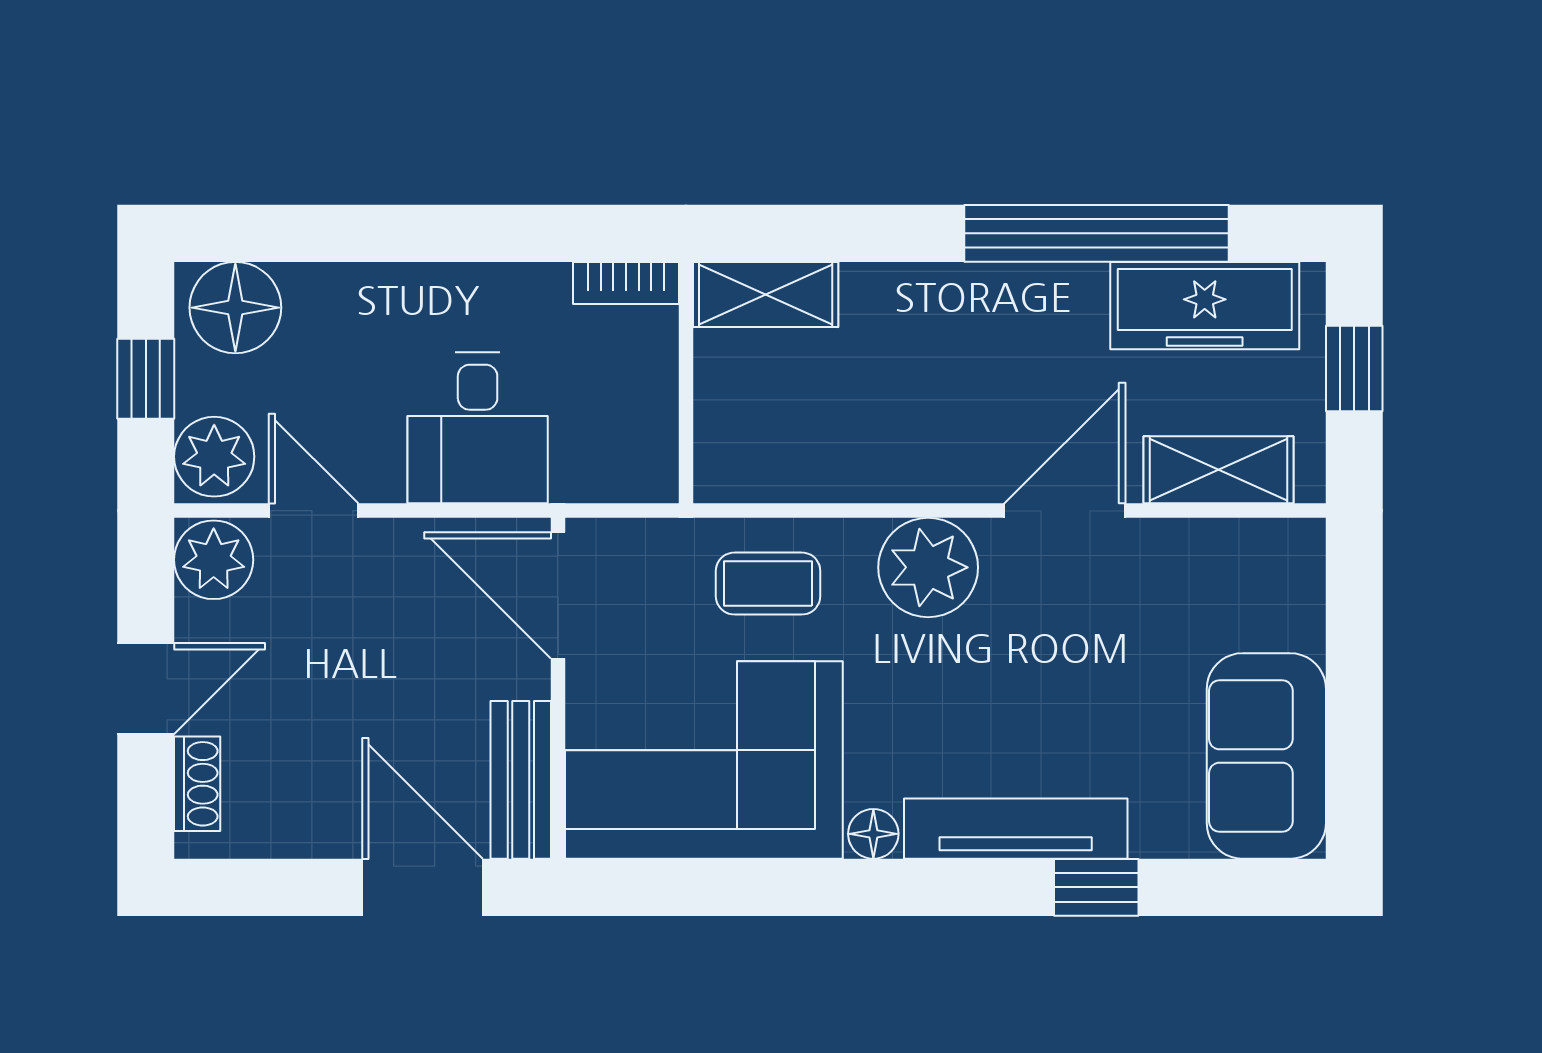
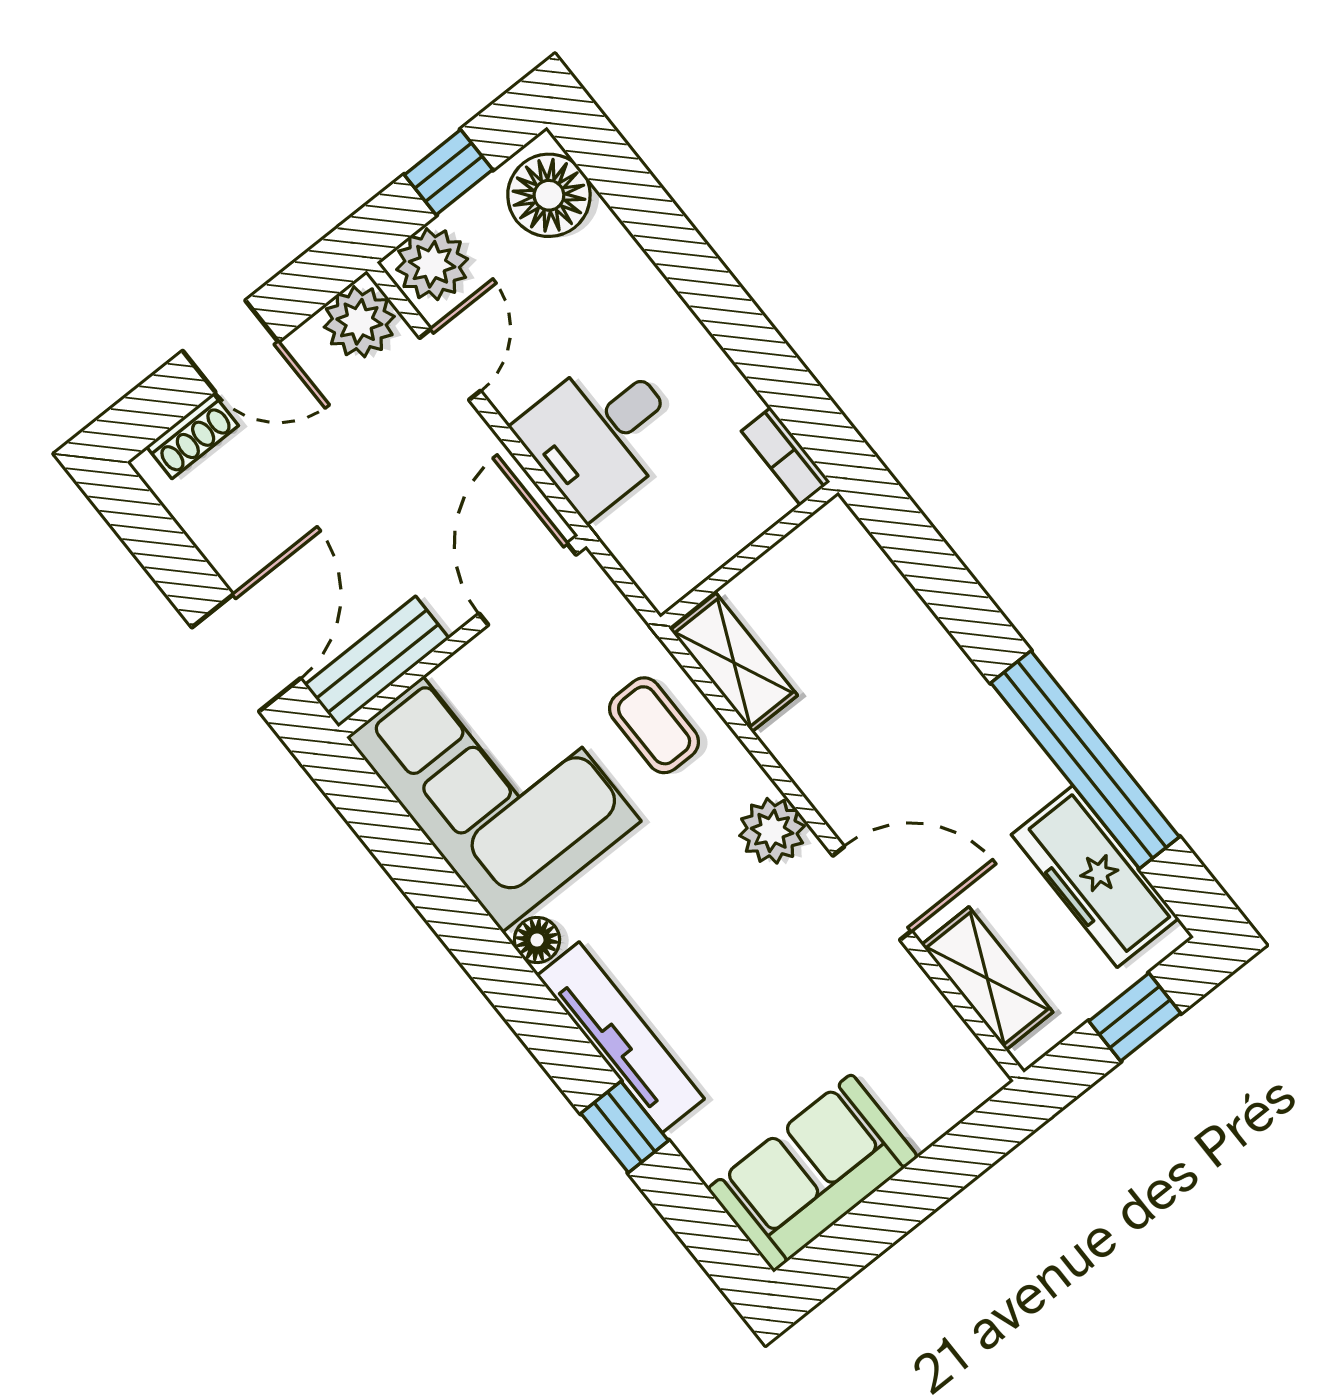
shelving: (766, 294) -> (734, 663), moved
plant: (928, 567) -> (772, 831), width x0.73, depth x0.73

